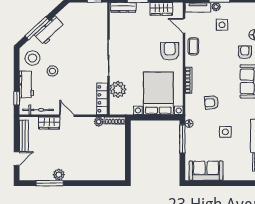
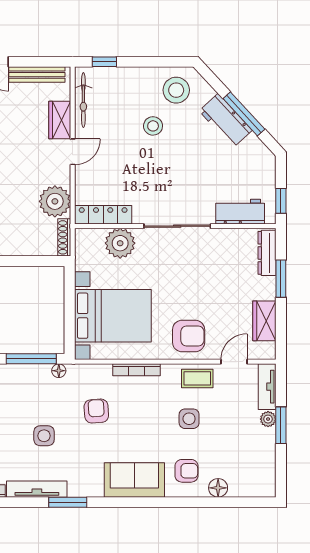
side table: (222, 25) -> (189, 419), moved
window: (37, 28) -> (244, 114), moved
workbench: (26, 84) -> (240, 212), moved, turned 180
plant: (99, 122) -> (55, 201), width x1.87, depth x1.87

